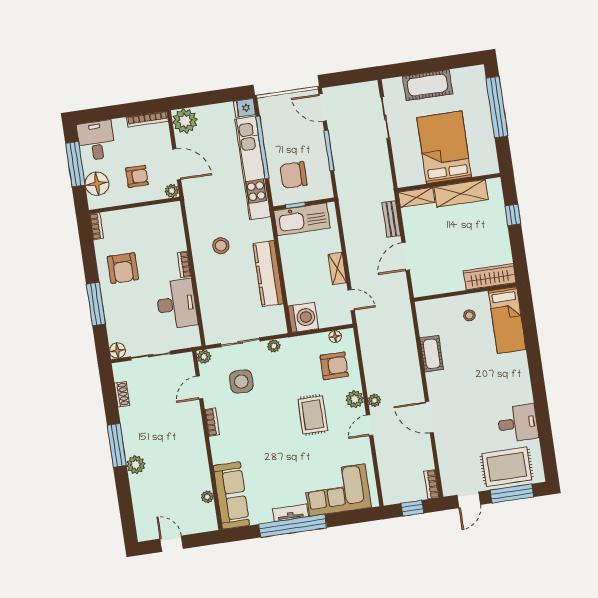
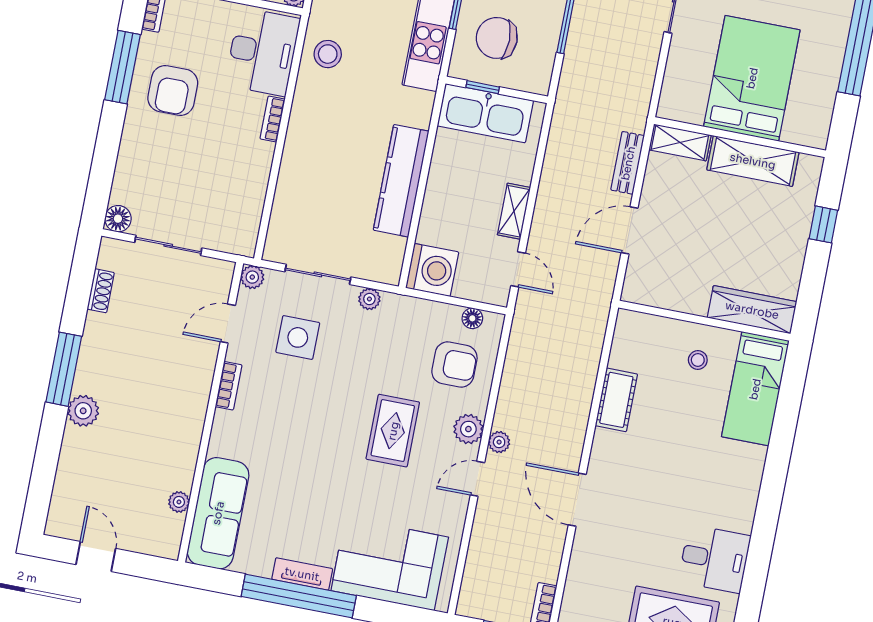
stool: (221, 246) -> (328, 54), moved
window: (96, 304) -> (122, 67), moved
desk: (176, 304) -> (262, 52), moved

